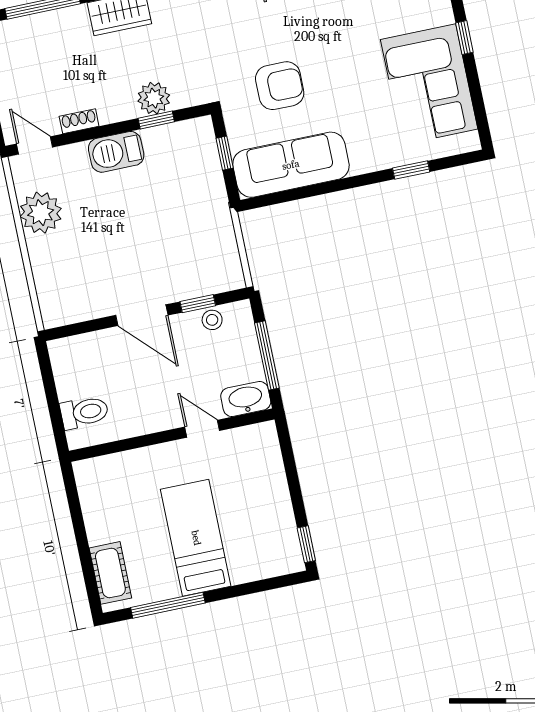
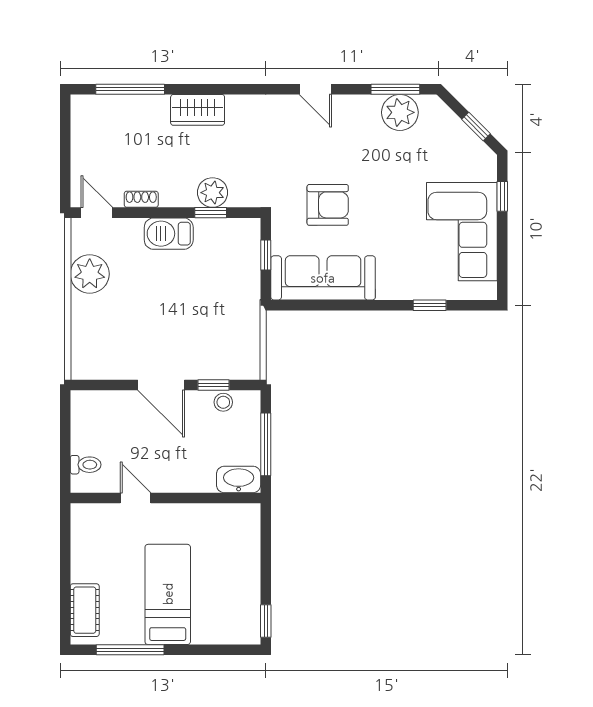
toilet: (84, 412) -> (86, 465), width x0.73, depth x0.72
door: (202, 429) -> (135, 498), moved

